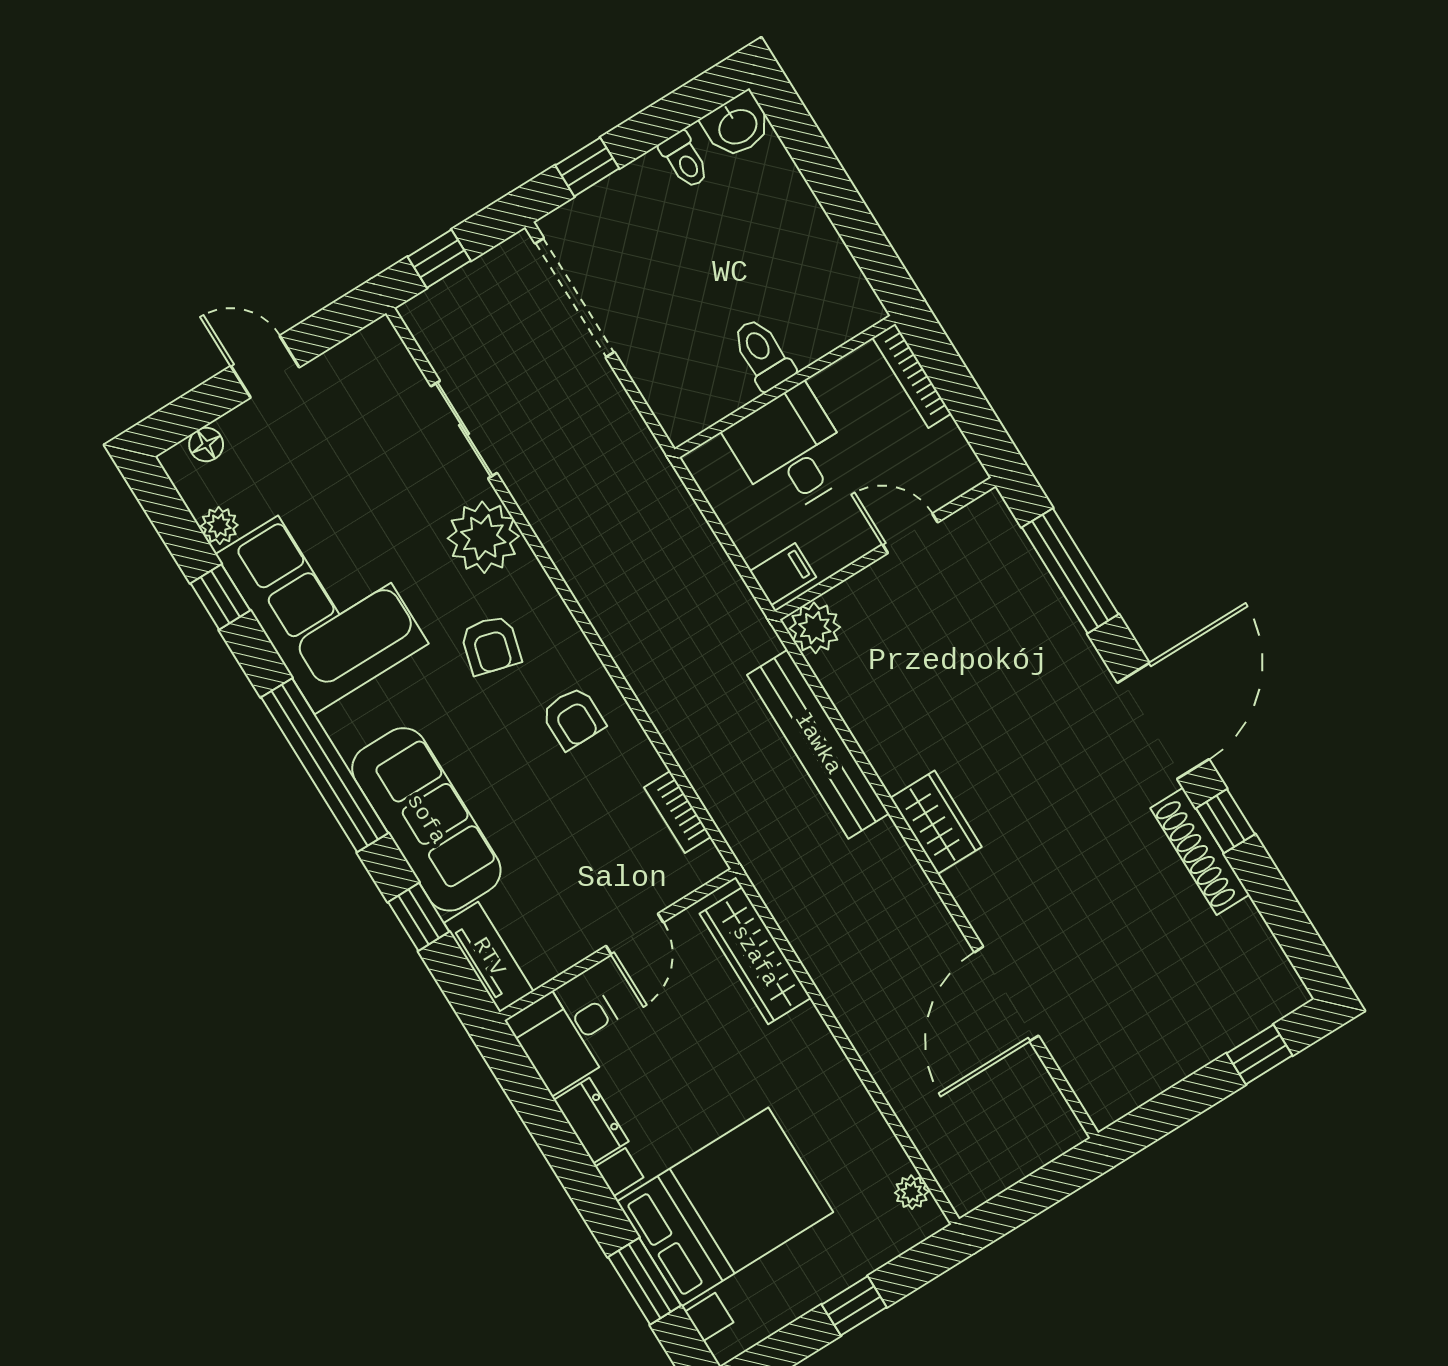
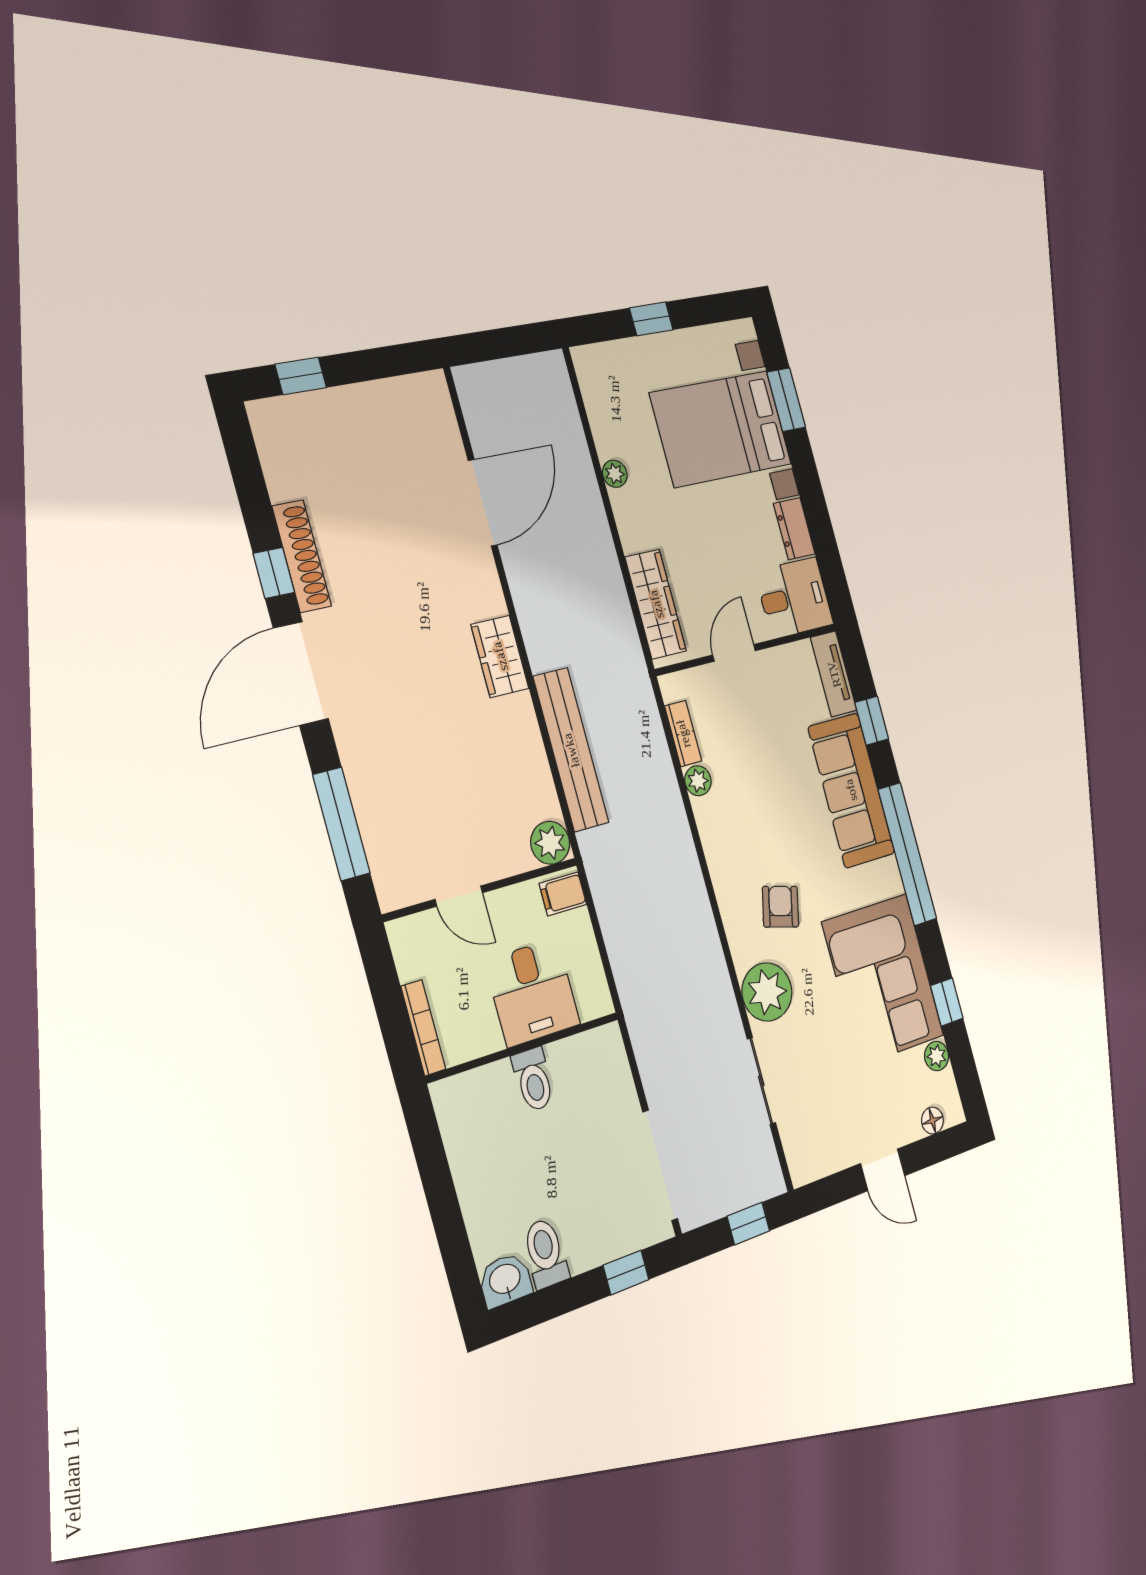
toilet: (684, 160) -> (545, 1253), width x1.37, depth x1.39
armchair: (573, 718) -> (738, 831), removed
plant: (643, 762) -> (698, 781), added
plant: (912, 1192) -> (615, 474), moved

